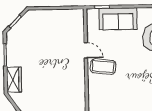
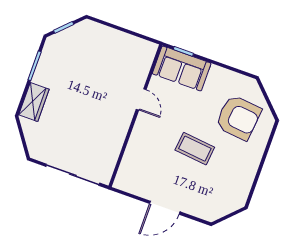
sofa: (118, 19) -> (182, 68), moved
coffee table: (103, 67) -> (195, 149), moved

